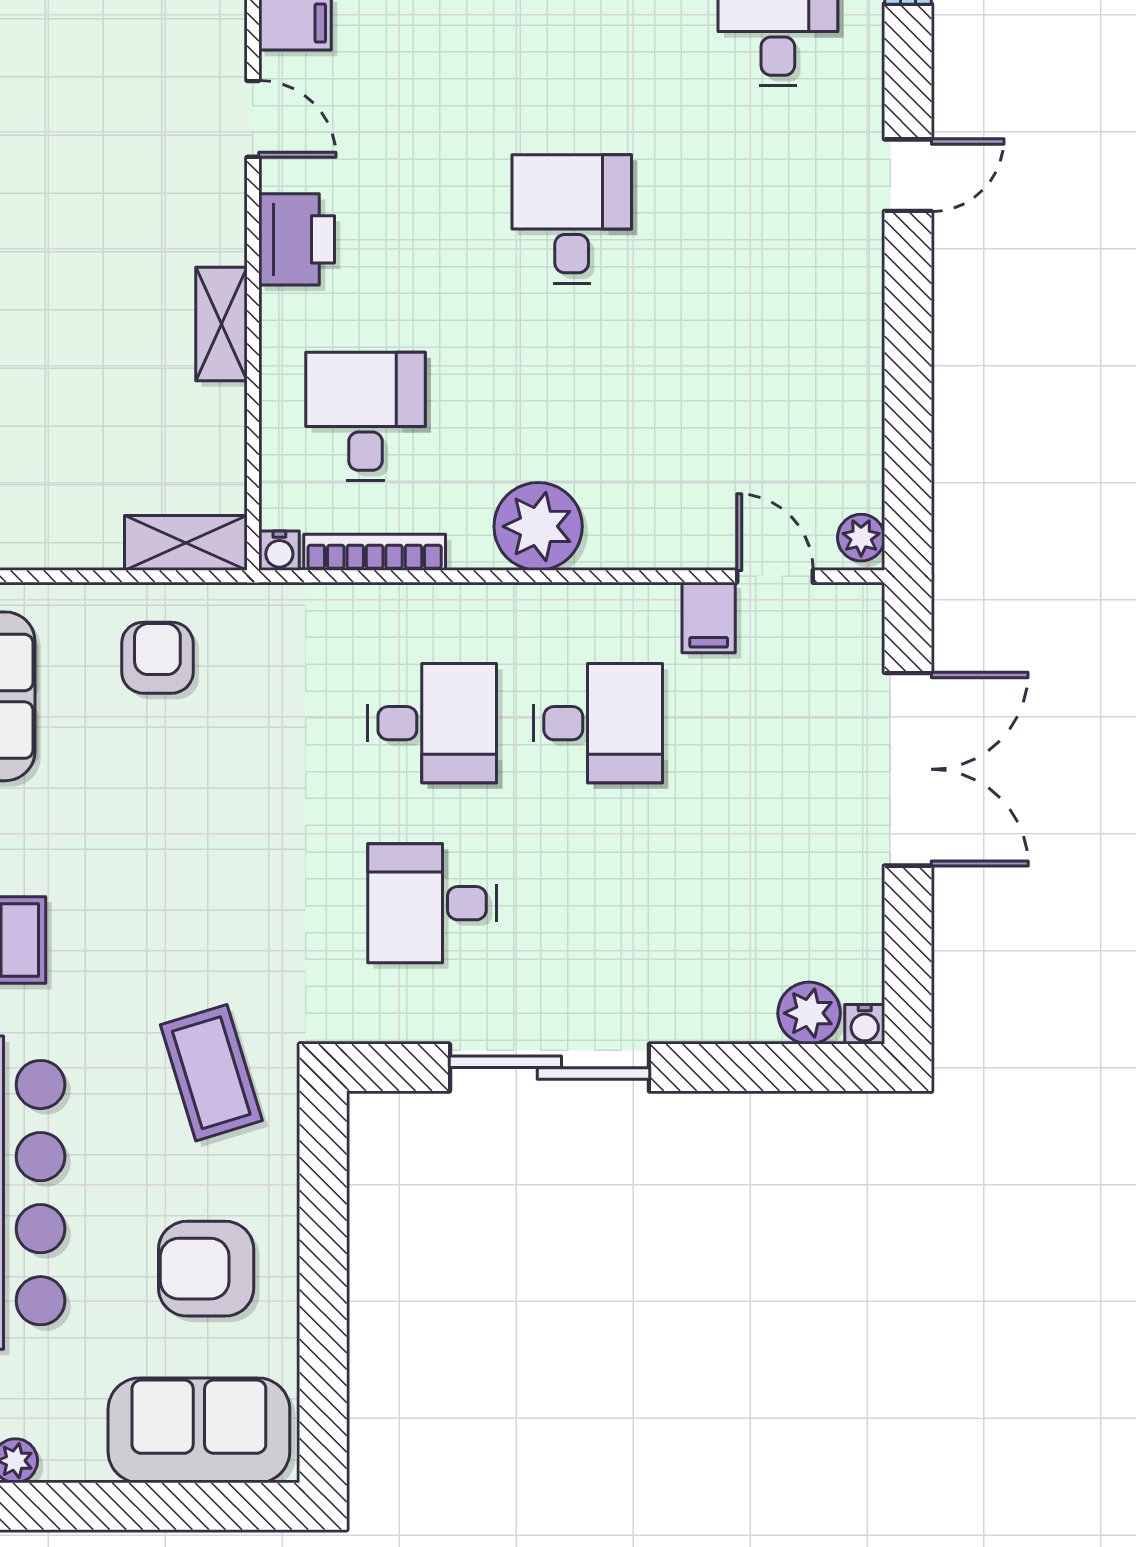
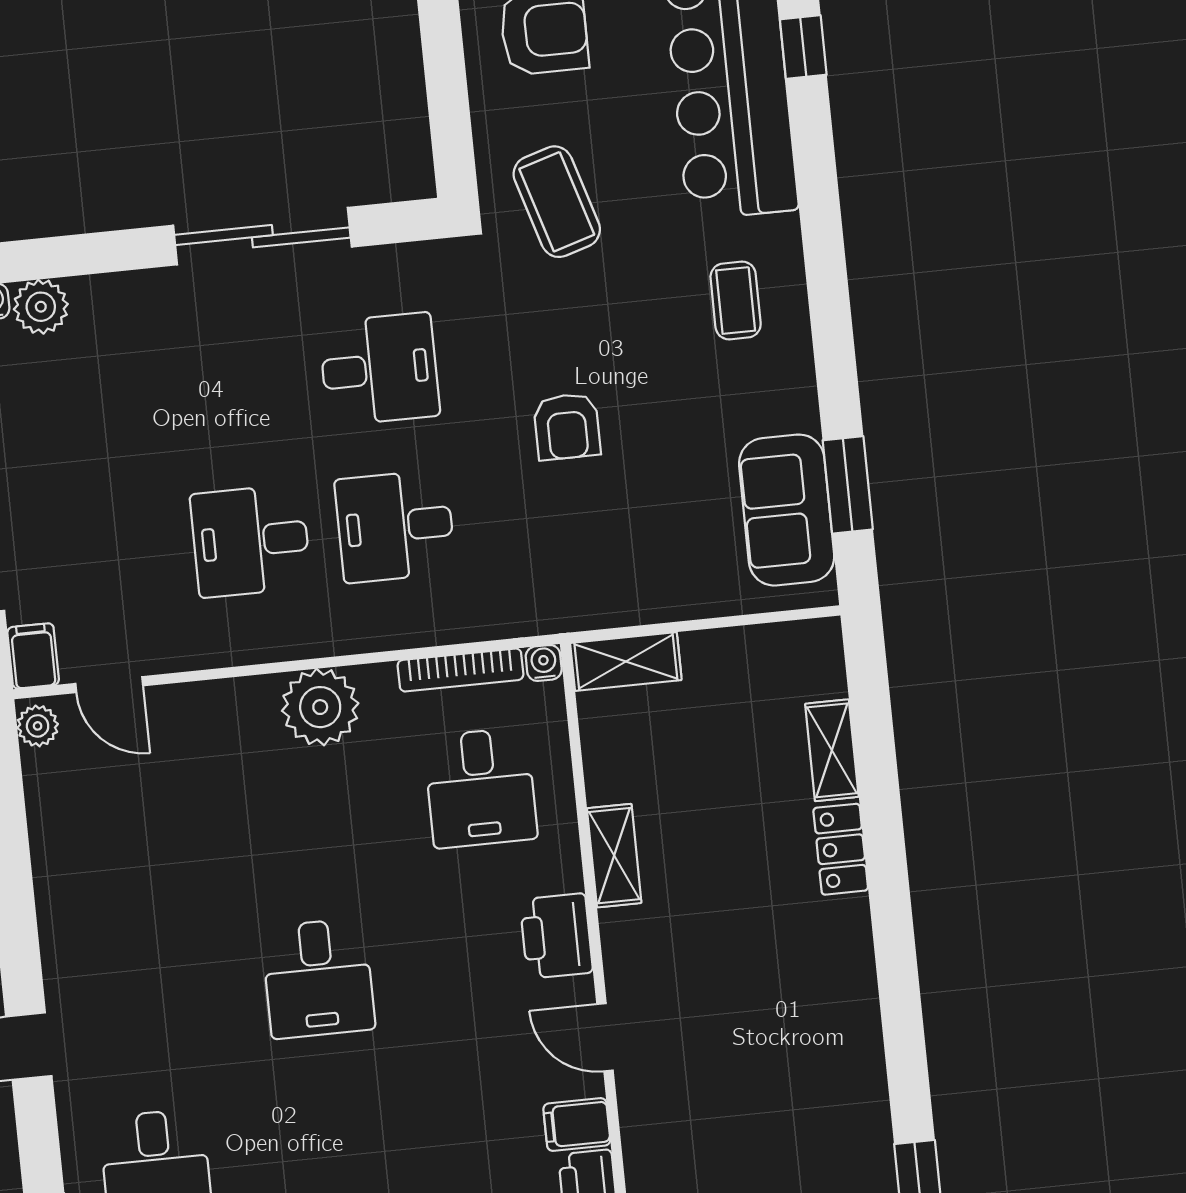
filing cabinet: (709, 618) -> (33, 656), moved
armchair: (157, 658) -> (567, 427), moved

